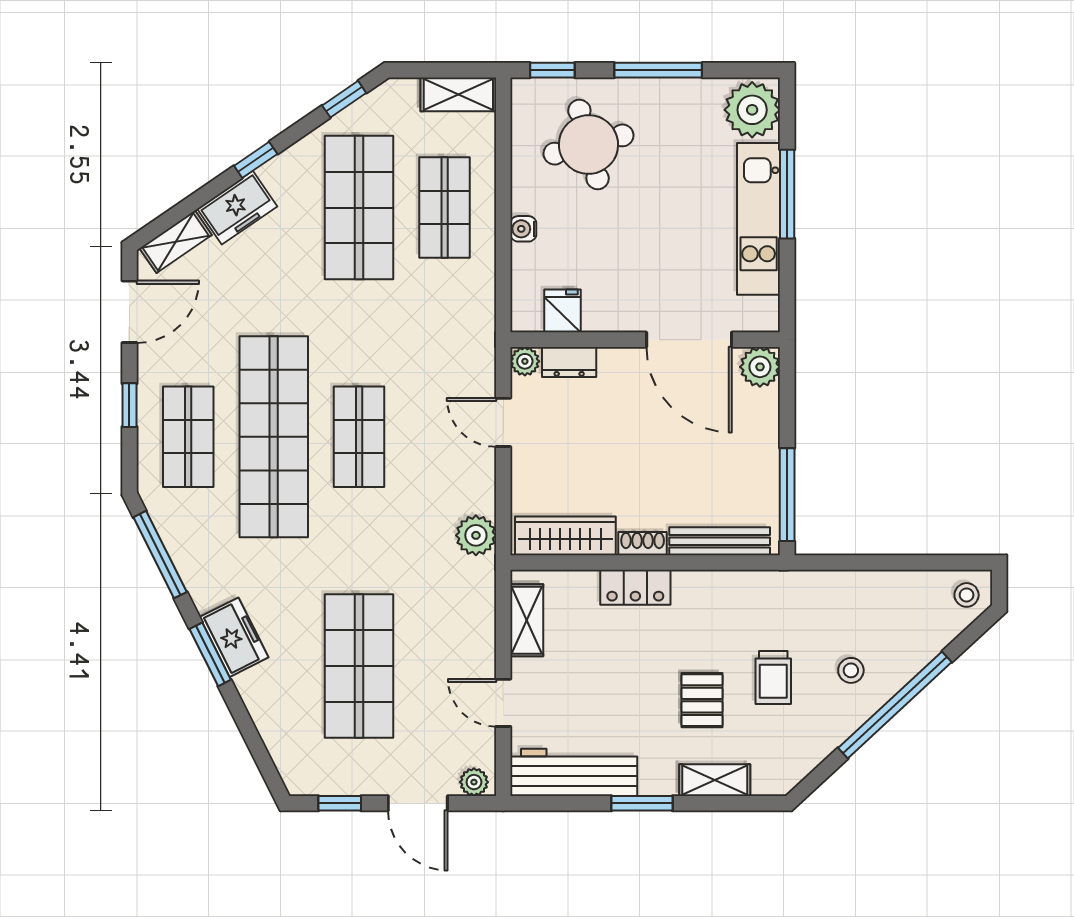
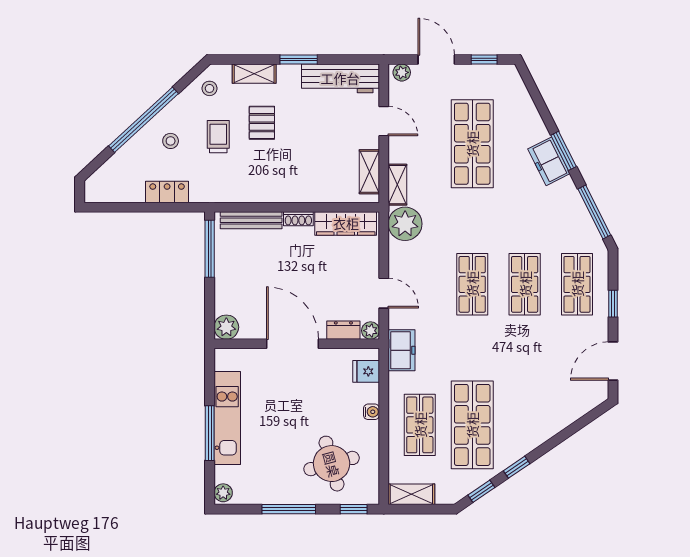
plant: (752, 110) -> (223, 493), width x0.53, depth x0.53
window: (256, 160) -> (517, 467), moved
freezer: (237, 208) -> (402, 350), moved, turned 124
shelving: (176, 242) -> (397, 185), moved, turned -56
fridge: (562, 311) -> (366, 371), moved, turned 90
door: (689, 340) -> (293, 344), moved
shop shelf: (274, 437) -> (525, 284), width x0.50, depth x0.74
plant: (476, 535) -> (405, 224), width x1.36, depth x1.36
locker: (635, 587) -> (167, 192), moved
stool: (967, 595) -> (210, 88), moved

